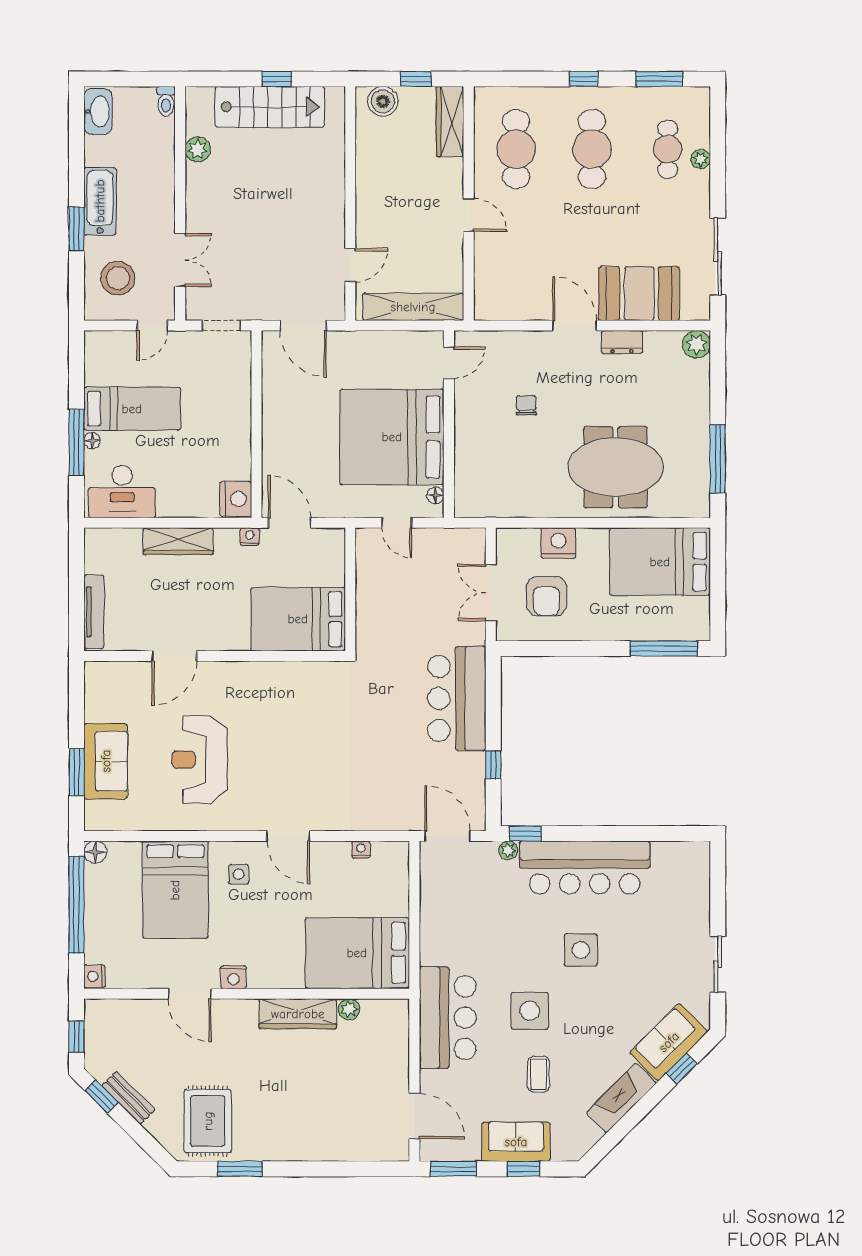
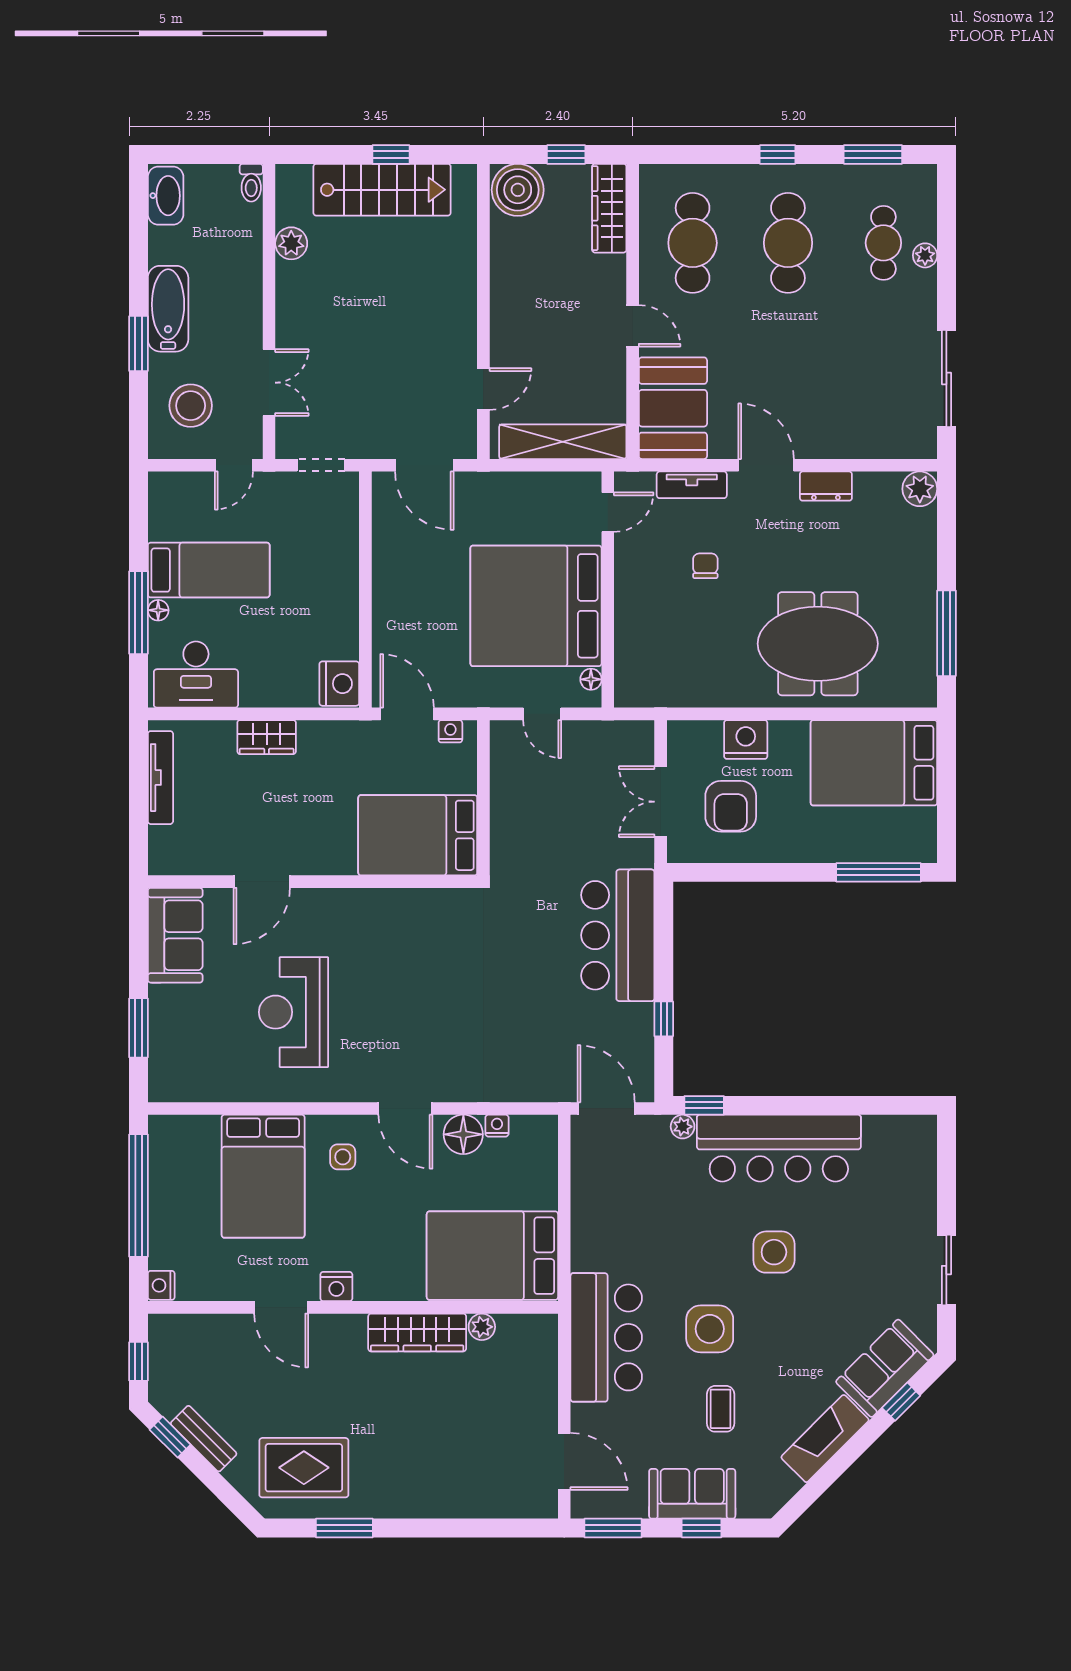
boiler: (383, 101) -> (518, 190), width x1.37, depth x1.37
booth: (639, 294) -> (673, 408), moved, turned 90
tv unit: (516, 341) -> (692, 485), added
nightstand: (250, 537) -> (450, 731), moved
wardrobe: (178, 541) -> (267, 737), width x0.67
tv unit: (94, 612) -> (160, 778), moved
sofa: (106, 761) -> (175, 935), moved
floor lamp: (95, 852) -> (463, 1134), moved, width x1.38, depth x1.38
rug: (208, 1121) -> (304, 1468), turned 90

